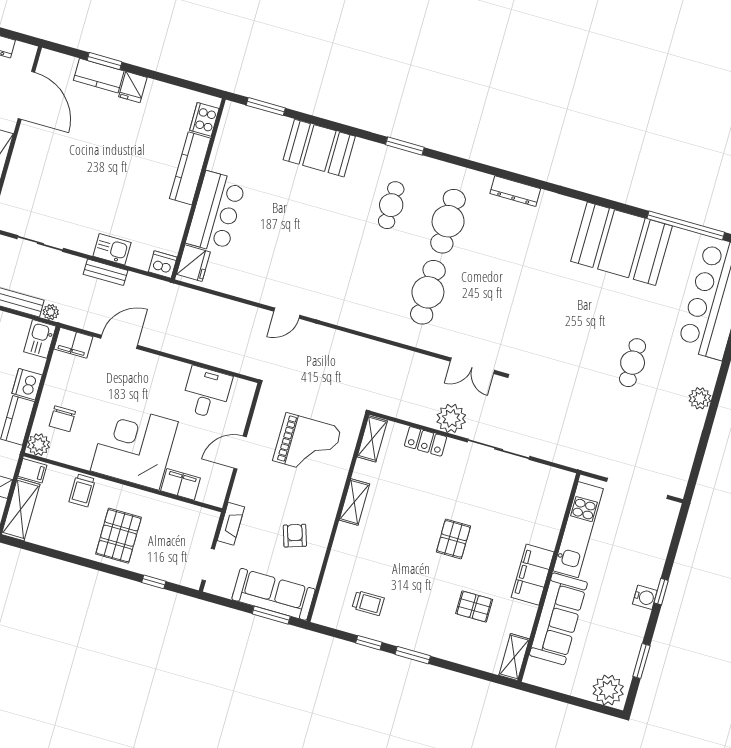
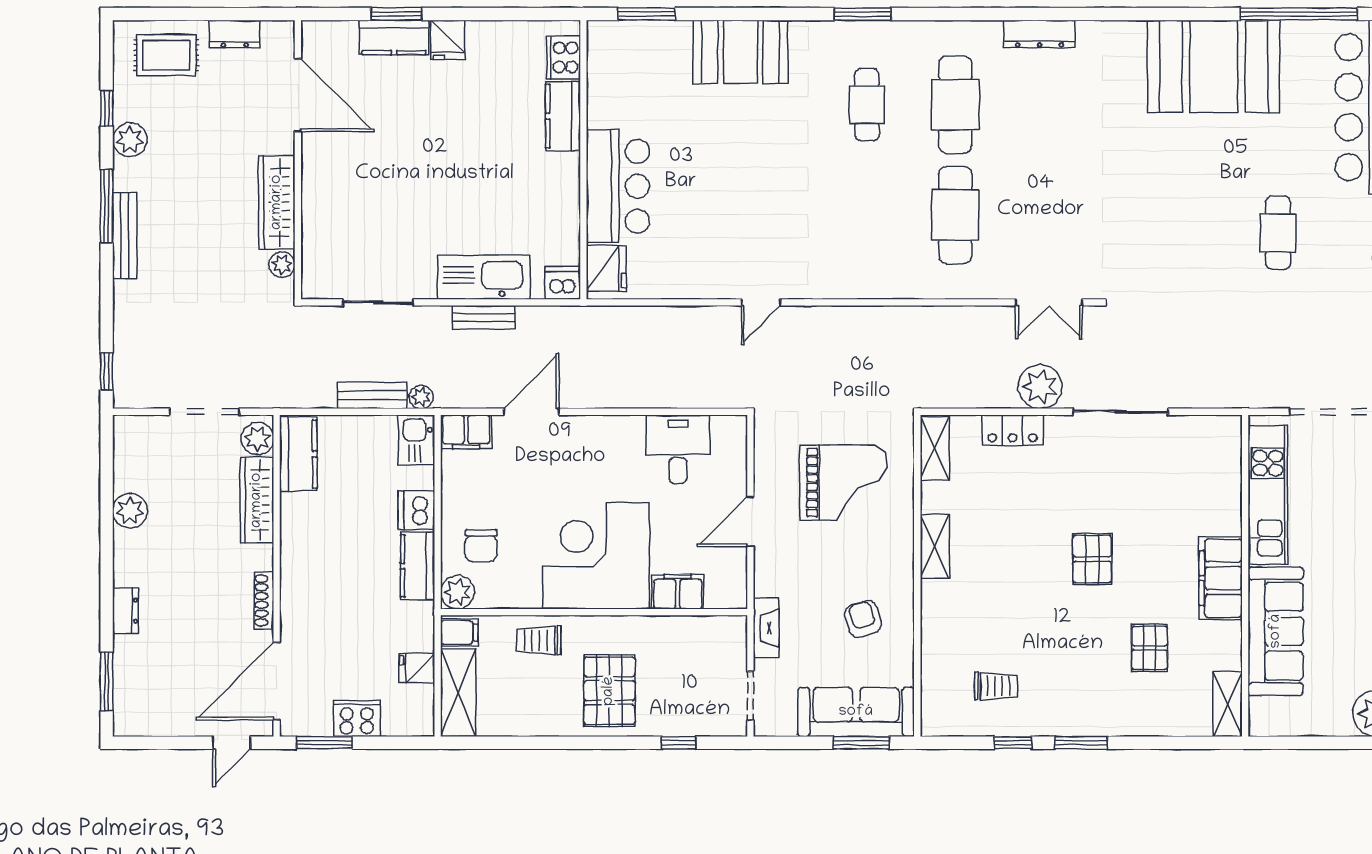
kitchen counter: (190, 168) -> (563, 116), width x0.67
kitchen sink: (112, 249) -> (484, 277), width x1.88, depth x1.24
trolley: (82, 490) -> (539, 640), turned 90
pallet: (474, 607) -> (1150, 648), turned 90

